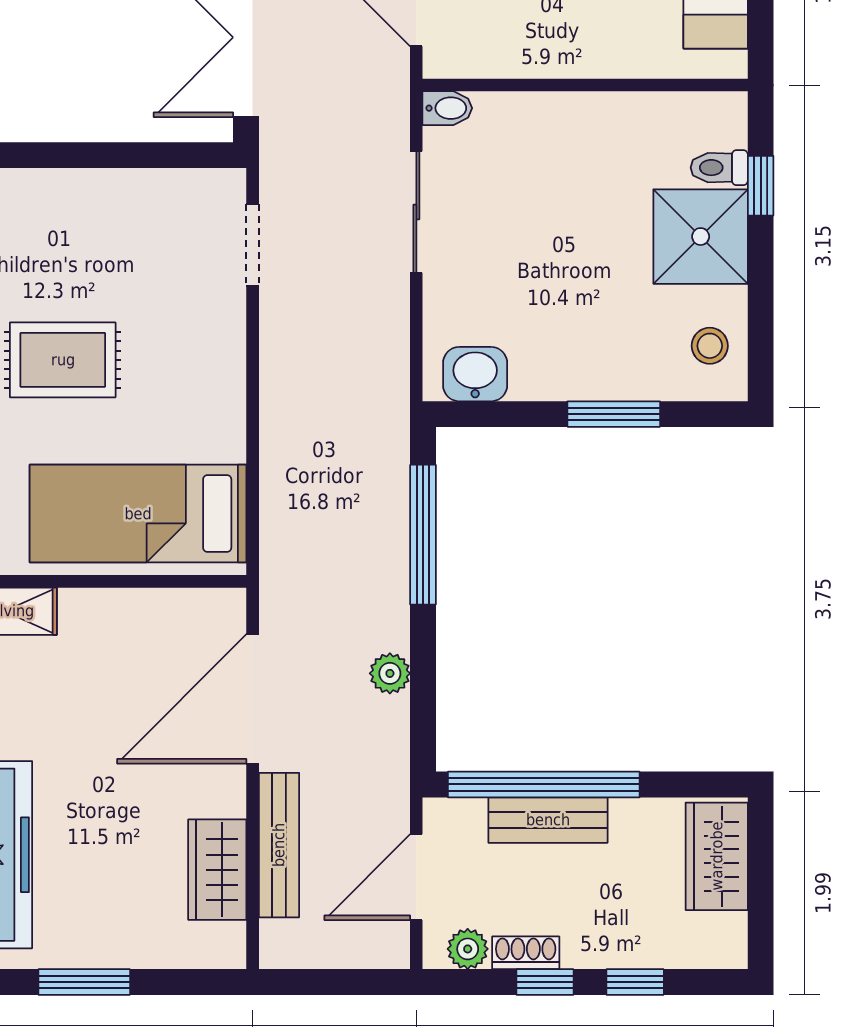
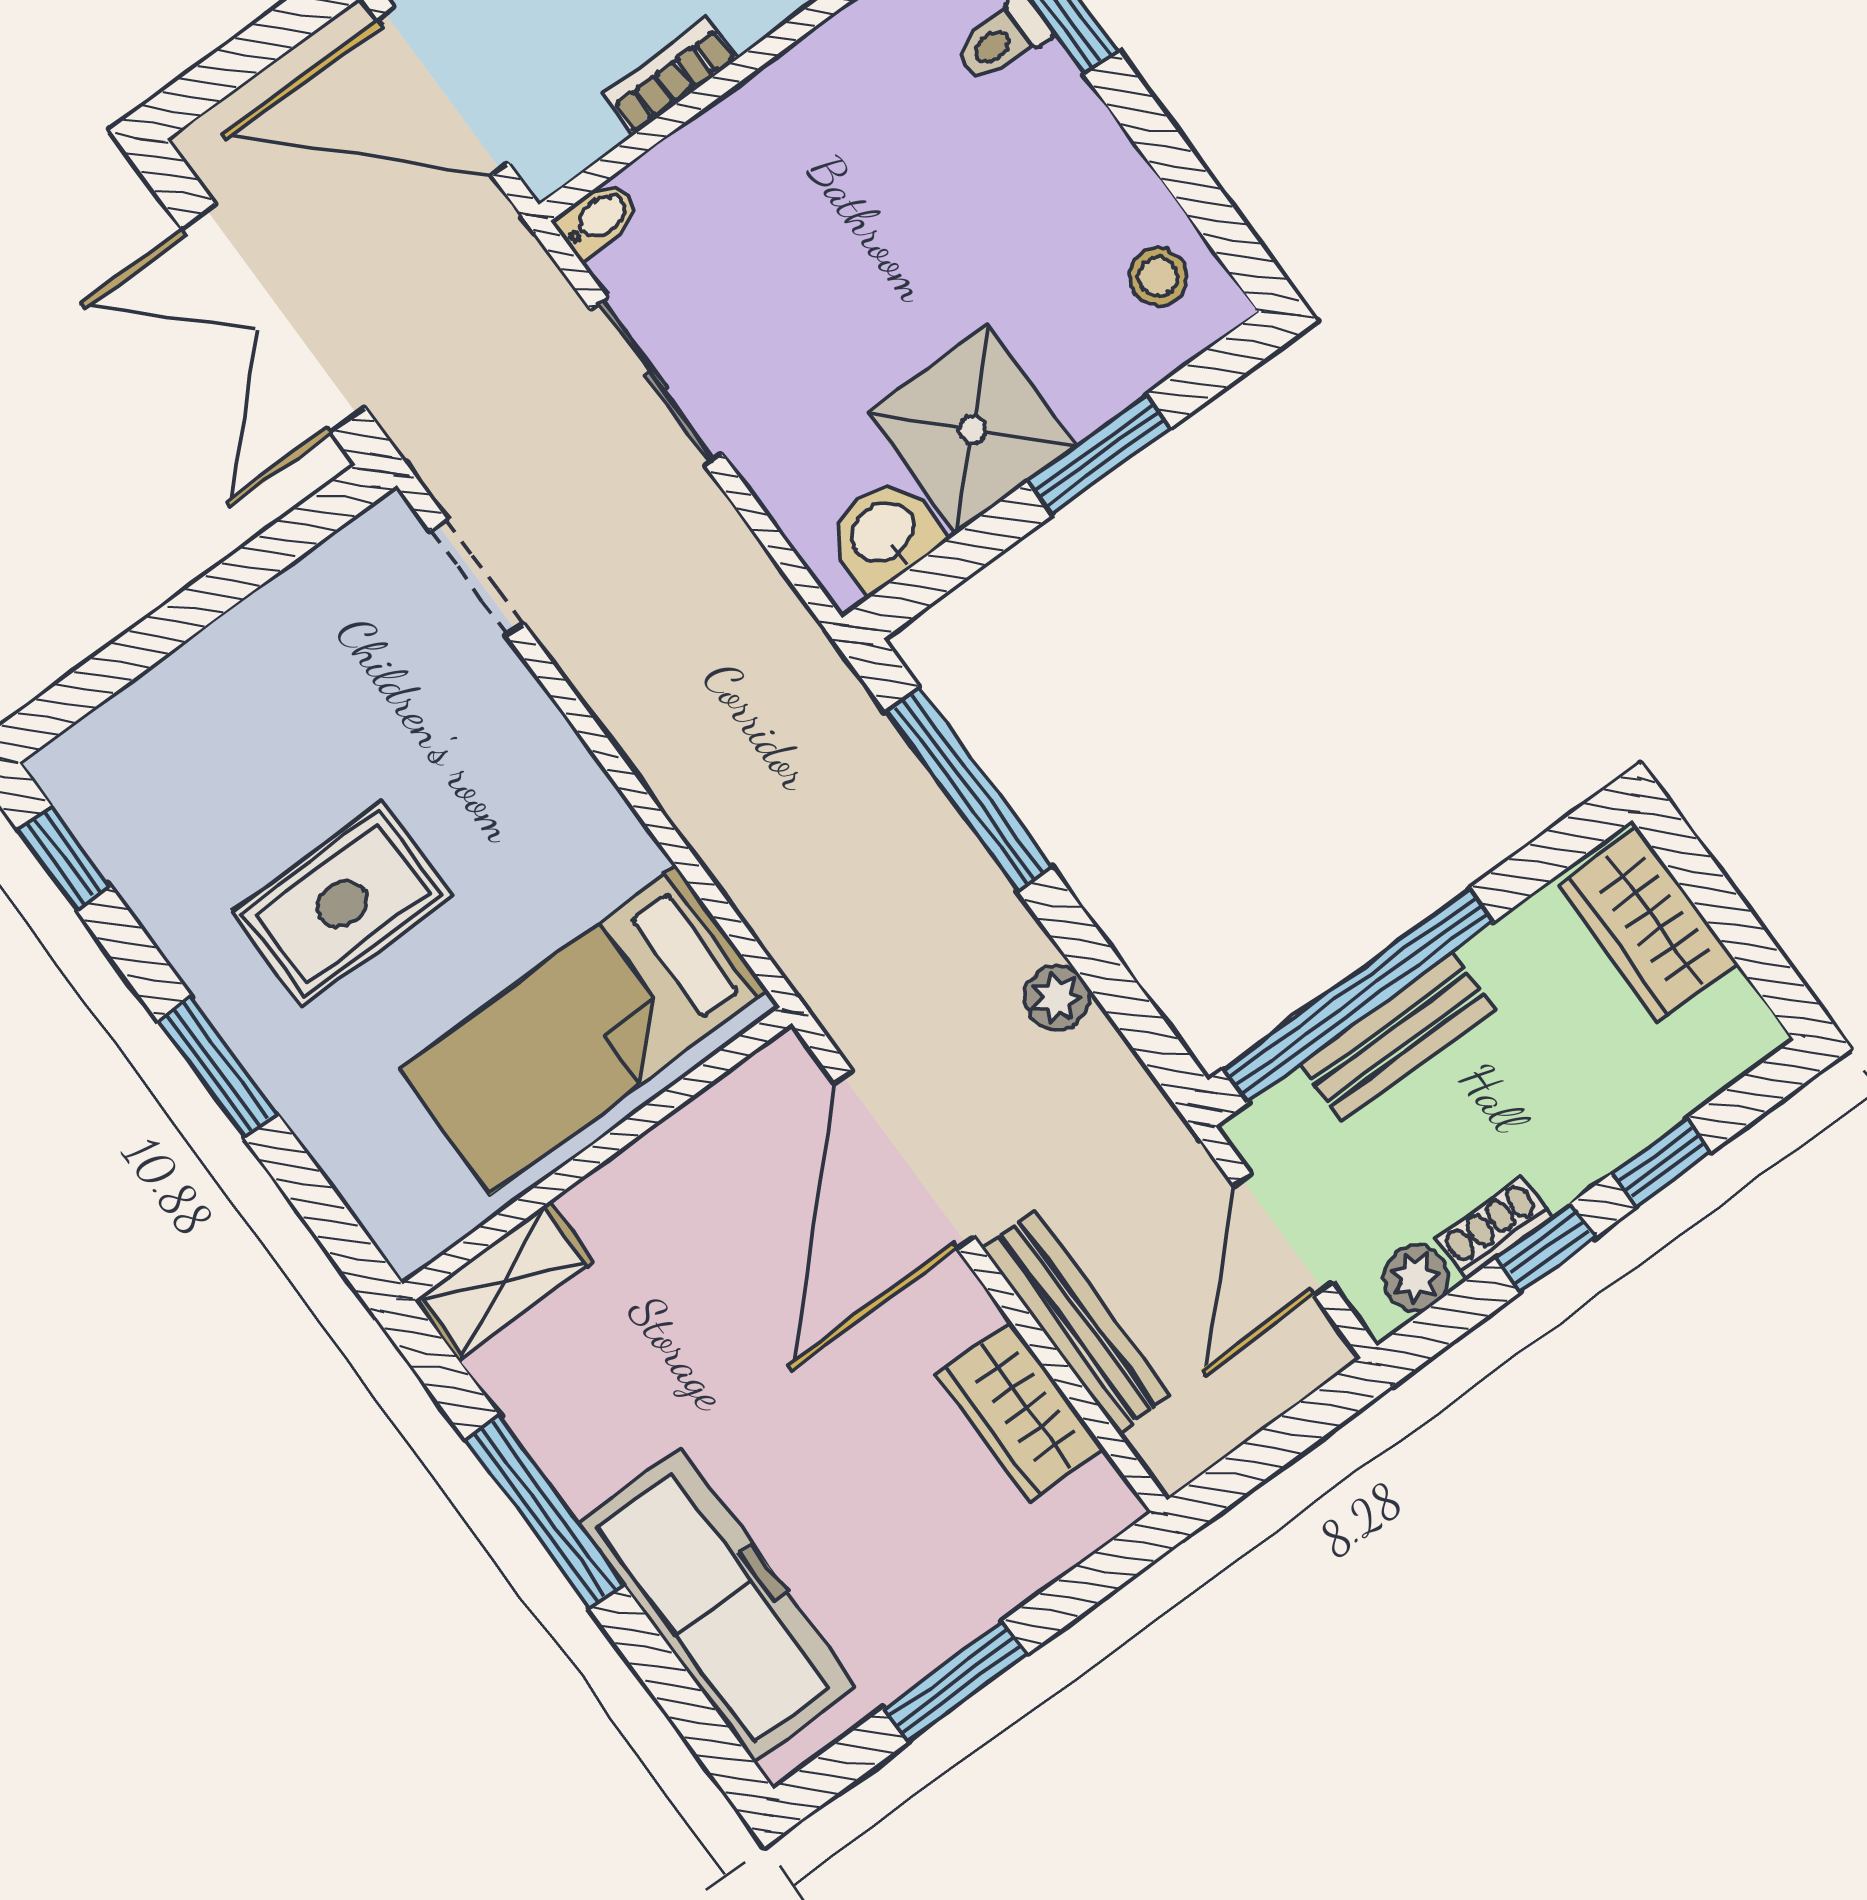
bookcase: (537, 63) -> (670, 76), added
shower: (701, 237) -> (972, 430), moved

